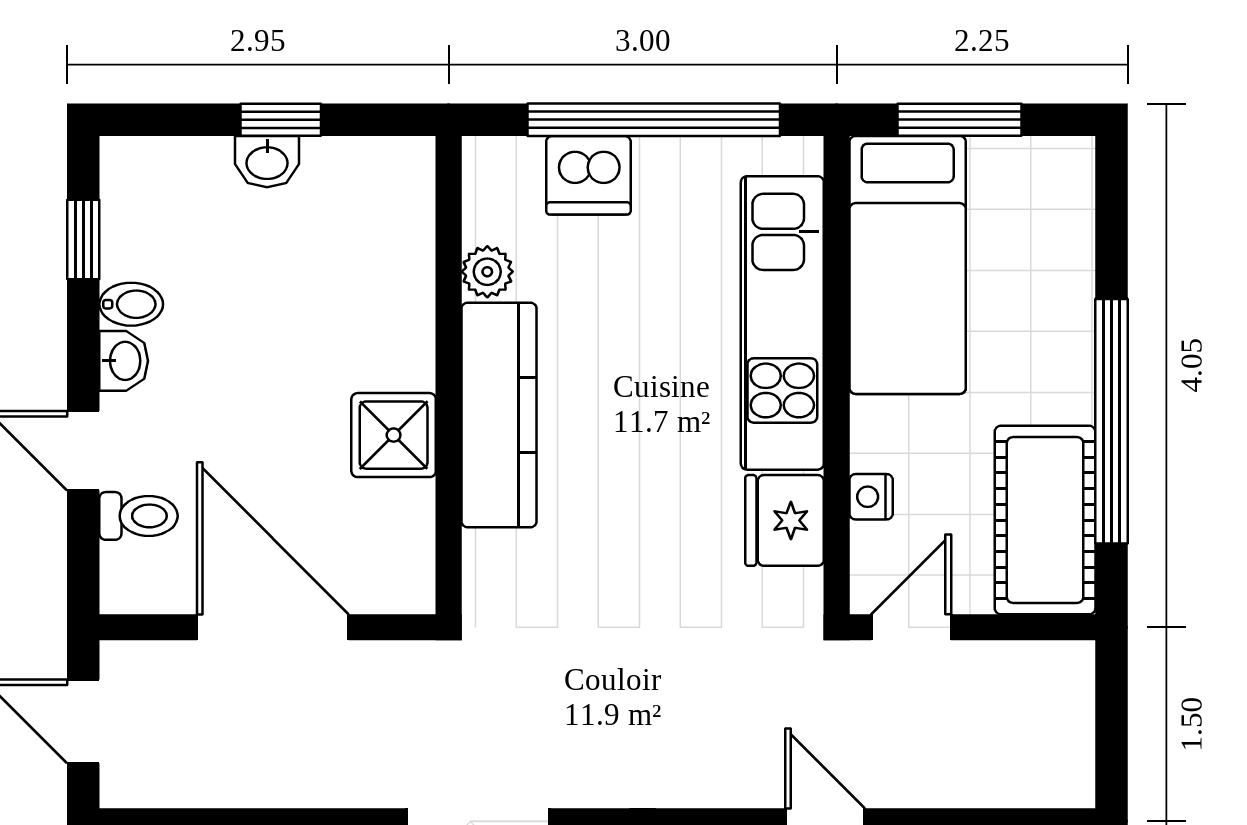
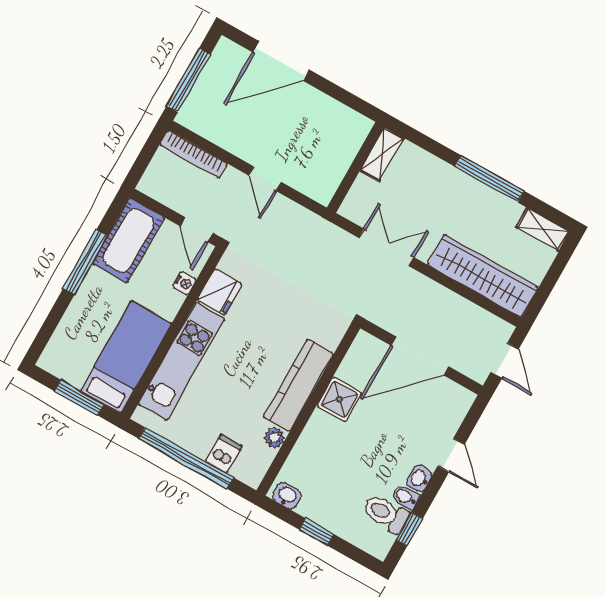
washbasin: (267, 162) -> (287, 496), moved
dishwasher: (588, 175) -> (224, 454), width x0.73
window: (1111, 421) -> (86, 262), width x0.68
toilet: (139, 516) -> (386, 513), moved, width x1.37, depth x1.39
door: (273, 627) -> (420, 356), hinge flipped
door: (911, 627) -> (197, 230), hinge flipped
bookcase: (1010, 787) -> (193, 154), added

